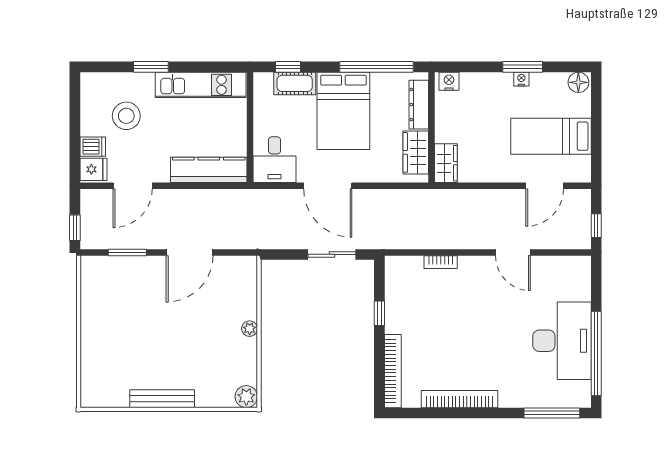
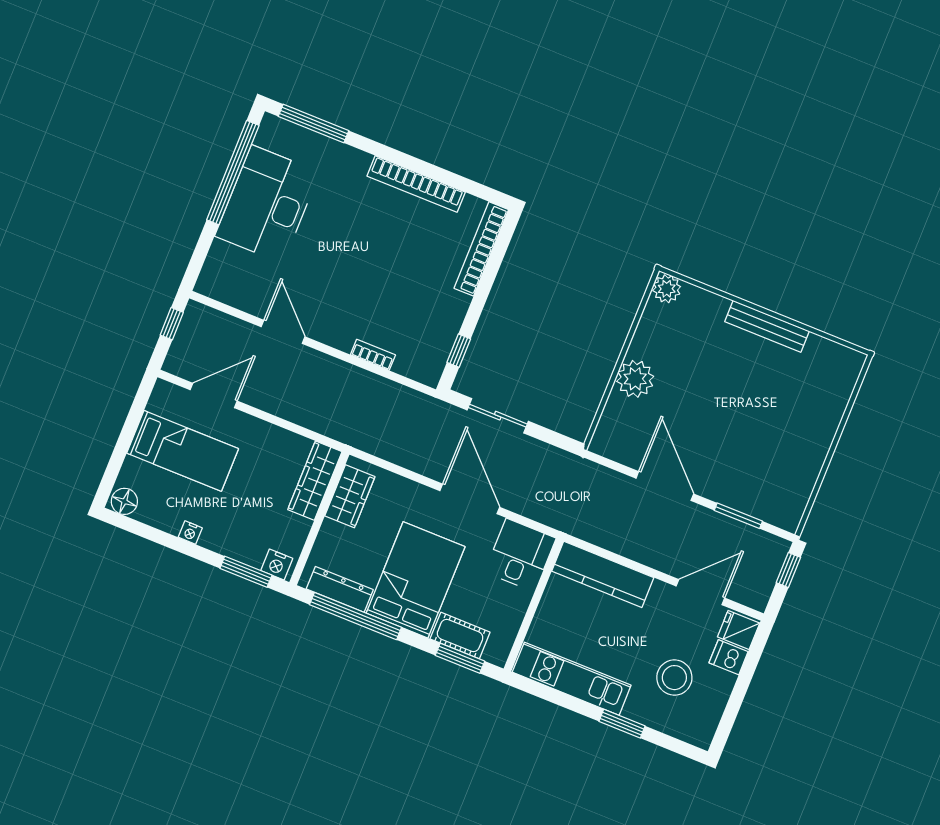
window: (288, 67) -> (460, 658), width x1.50
window: (523, 67) -> (246, 572), moved
dresser: (419, 105) -> (340, 589), moved, turned -90
wardrobe: (446, 163) -> (315, 481), width x1.50
door: (190, 252) -> (665, 486), hinge flipped
window: (379, 313) -> (459, 351), moved
plant: (250, 329) -> (635, 379), width x1.87, depth x1.87

